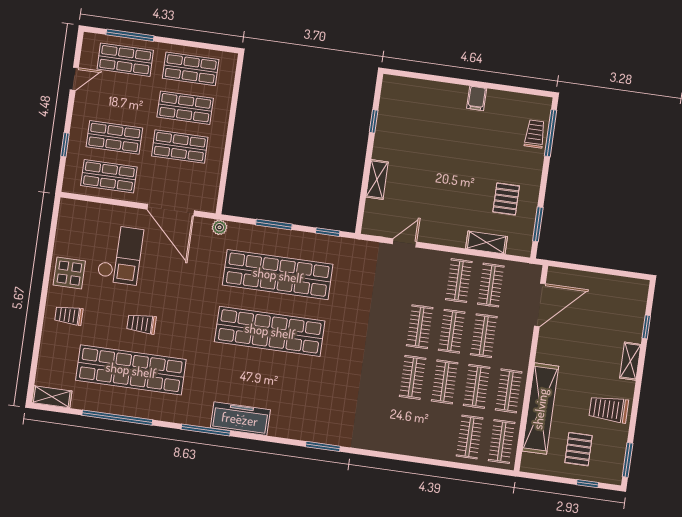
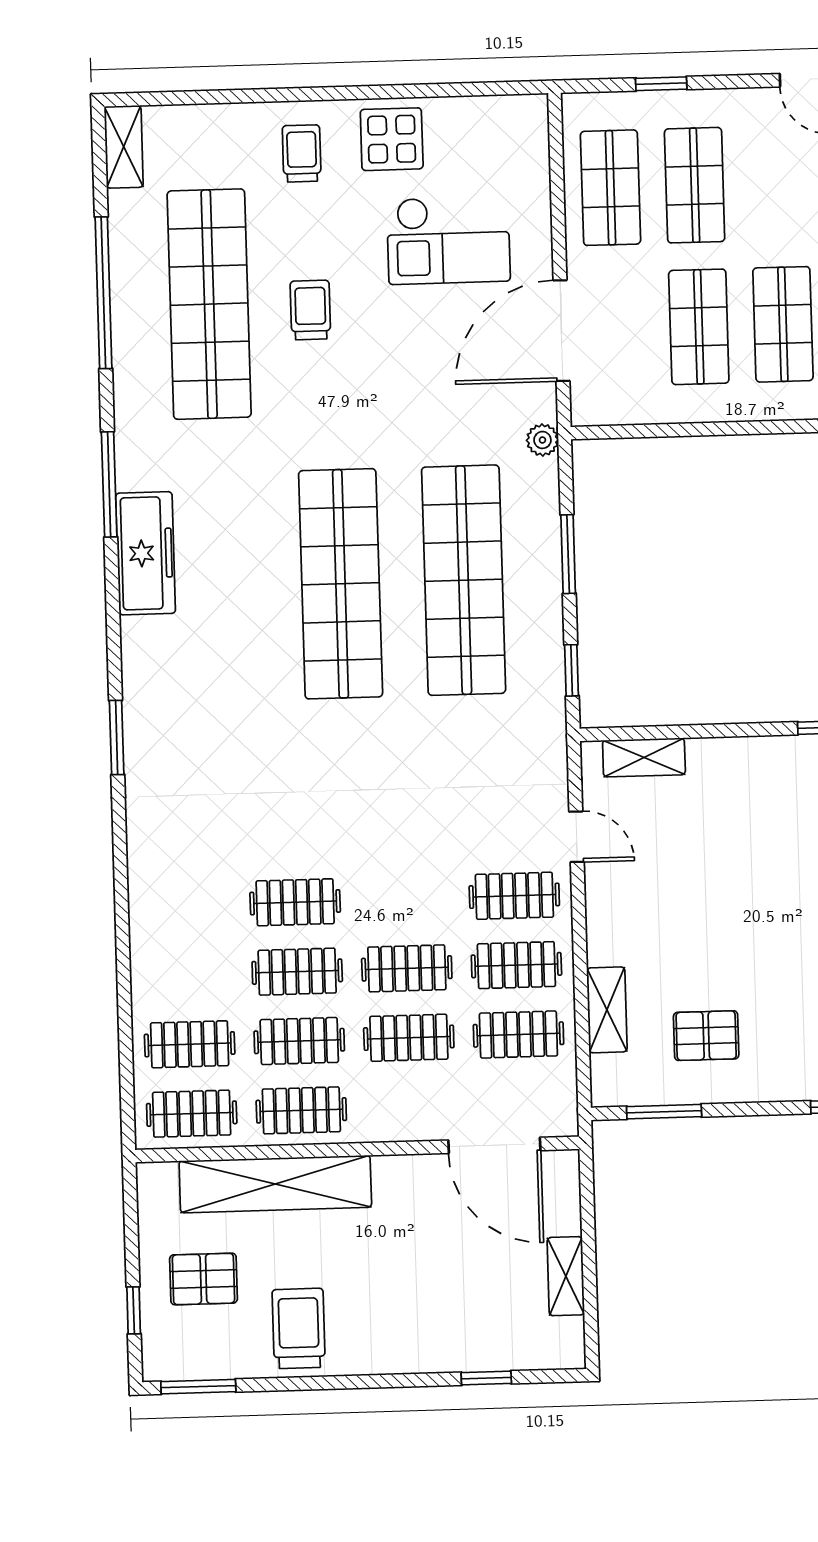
shelving: (377, 179) -> (644, 757), moved
clothes rail: (420, 327) -> (514, 896), moved
shelving: (630, 361) -> (566, 1276), moved, turned 90

